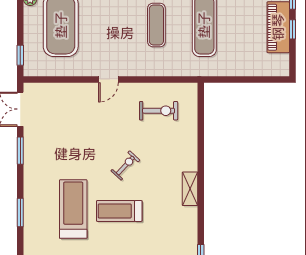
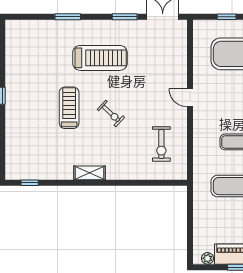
window: (20, 55) -> (227, 17), moved
plant: (283, 61) -> (207, 258), added
treadmill: (73, 209) -> (100, 58), moved

